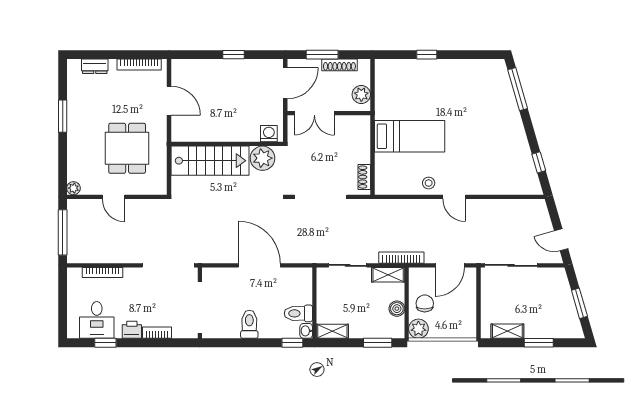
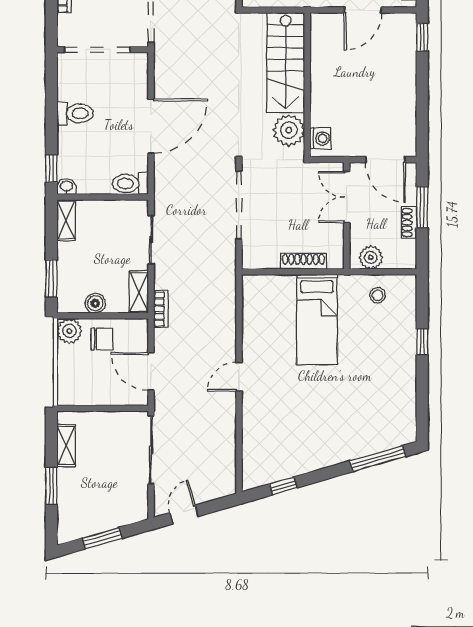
window: (233, 55) -> (422, 37), moved
shoe rack: (339, 65) -> (409, 223), width x0.70
shoe rack: (364, 177) -> (303, 261), moved, width x1.43
stool: (429, 183) -> (378, 295), moved
bookcase: (401, 258) -> (161, 309), width x0.64
toilet: (298, 313) -> (130, 183), moved, turned -90

